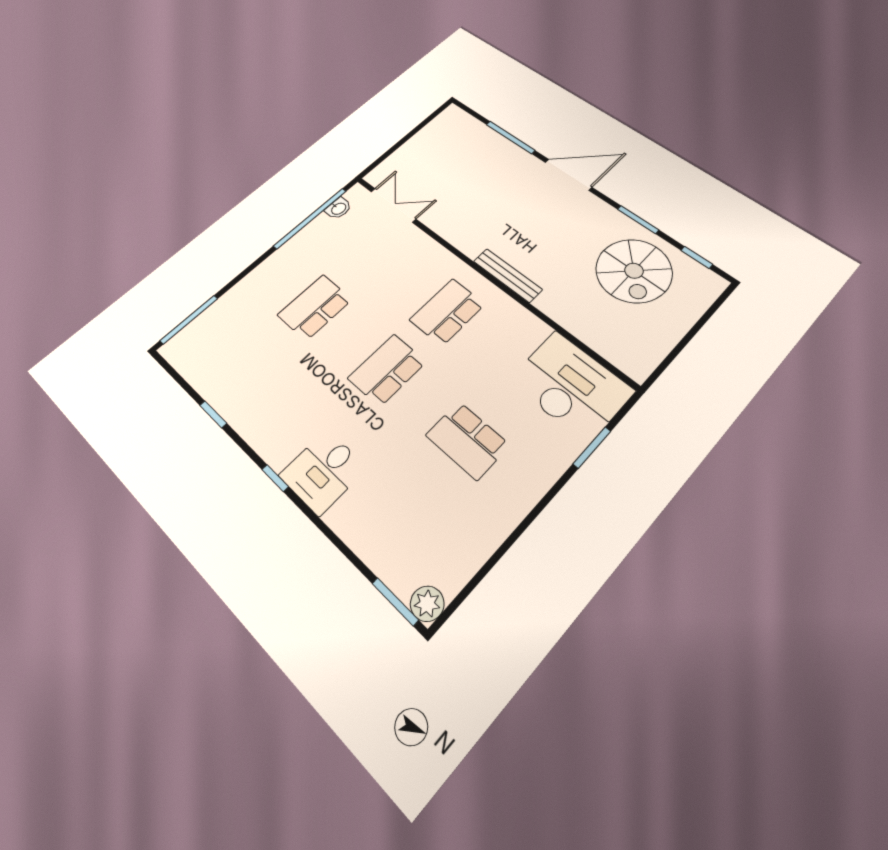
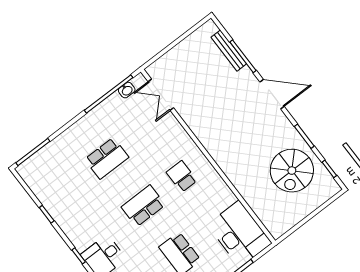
double door: (393, 205) -> (161, 95), swing flipped
bench: (508, 275) -> (229, 51), moved
school desk: (315, 307) -> (107, 158), turned 180
school desk: (447, 312) -> (182, 176), width x0.54

